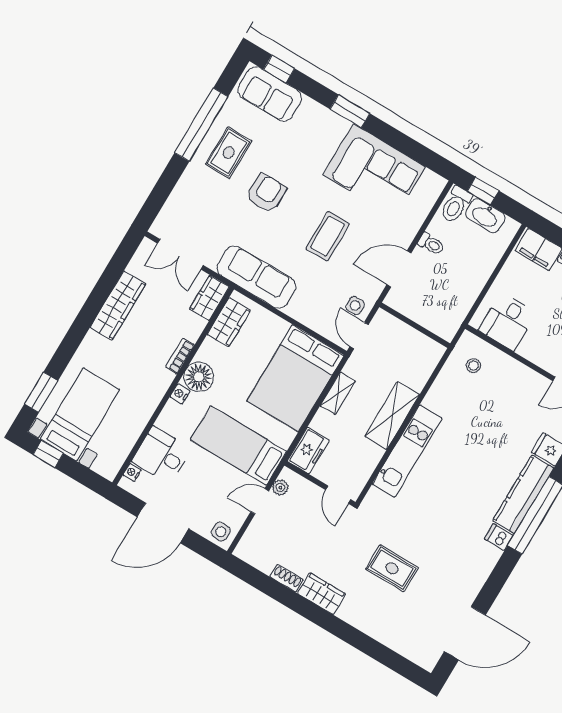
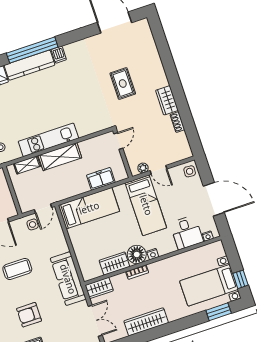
wardrobe: (229, 322) -> (114, 263), moved
bed: (295, 378) -> (89, 208), width x0.67
shelving: (338, 393) -> (27, 165), moved
freezer: (308, 451) -> (101, 179), moved
kitchen unit: (407, 451) -> (48, 140), moved

